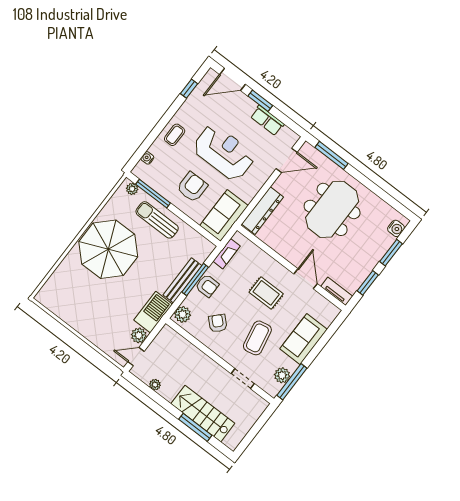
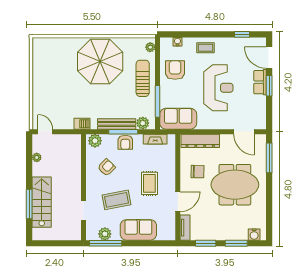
row of seats: (267, 120) -> (260, 82), moved
armchair: (192, 187) -> (175, 70), moved, turned -90
window: (153, 194) -> (157, 101), moved
chair: (291, 236) -> (198, 172), added
barbecue: (153, 312) -> (82, 124), width x0.53, depth x0.65
plant: (139, 335) -> (143, 123), moved

